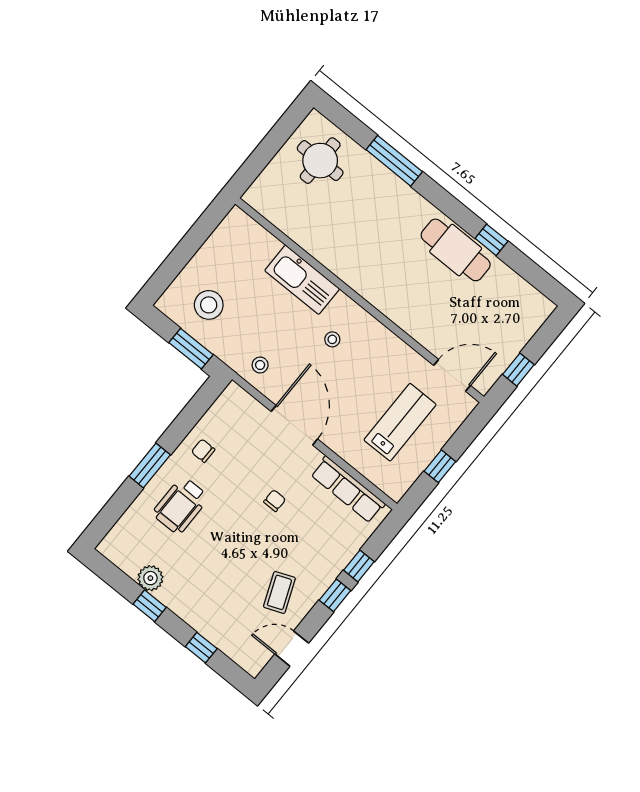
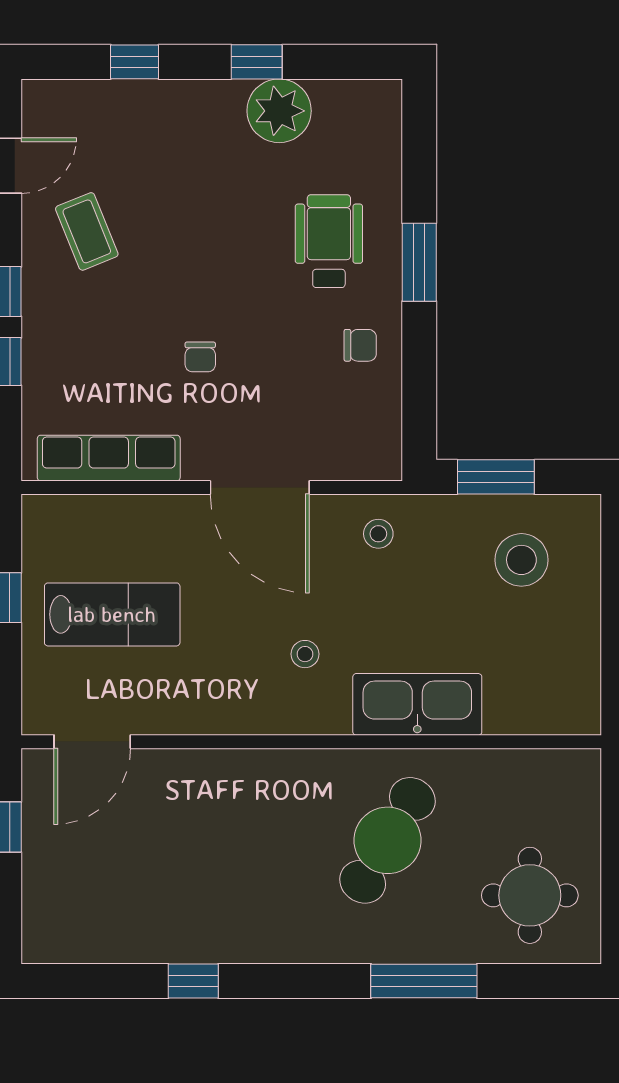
cafe table: (456, 250) -> (388, 840), moved, turned -59
lab bench: (400, 422) -> (112, 614), turned -90
plant: (150, 578) -> (279, 111), width x1.36, depth x1.36

